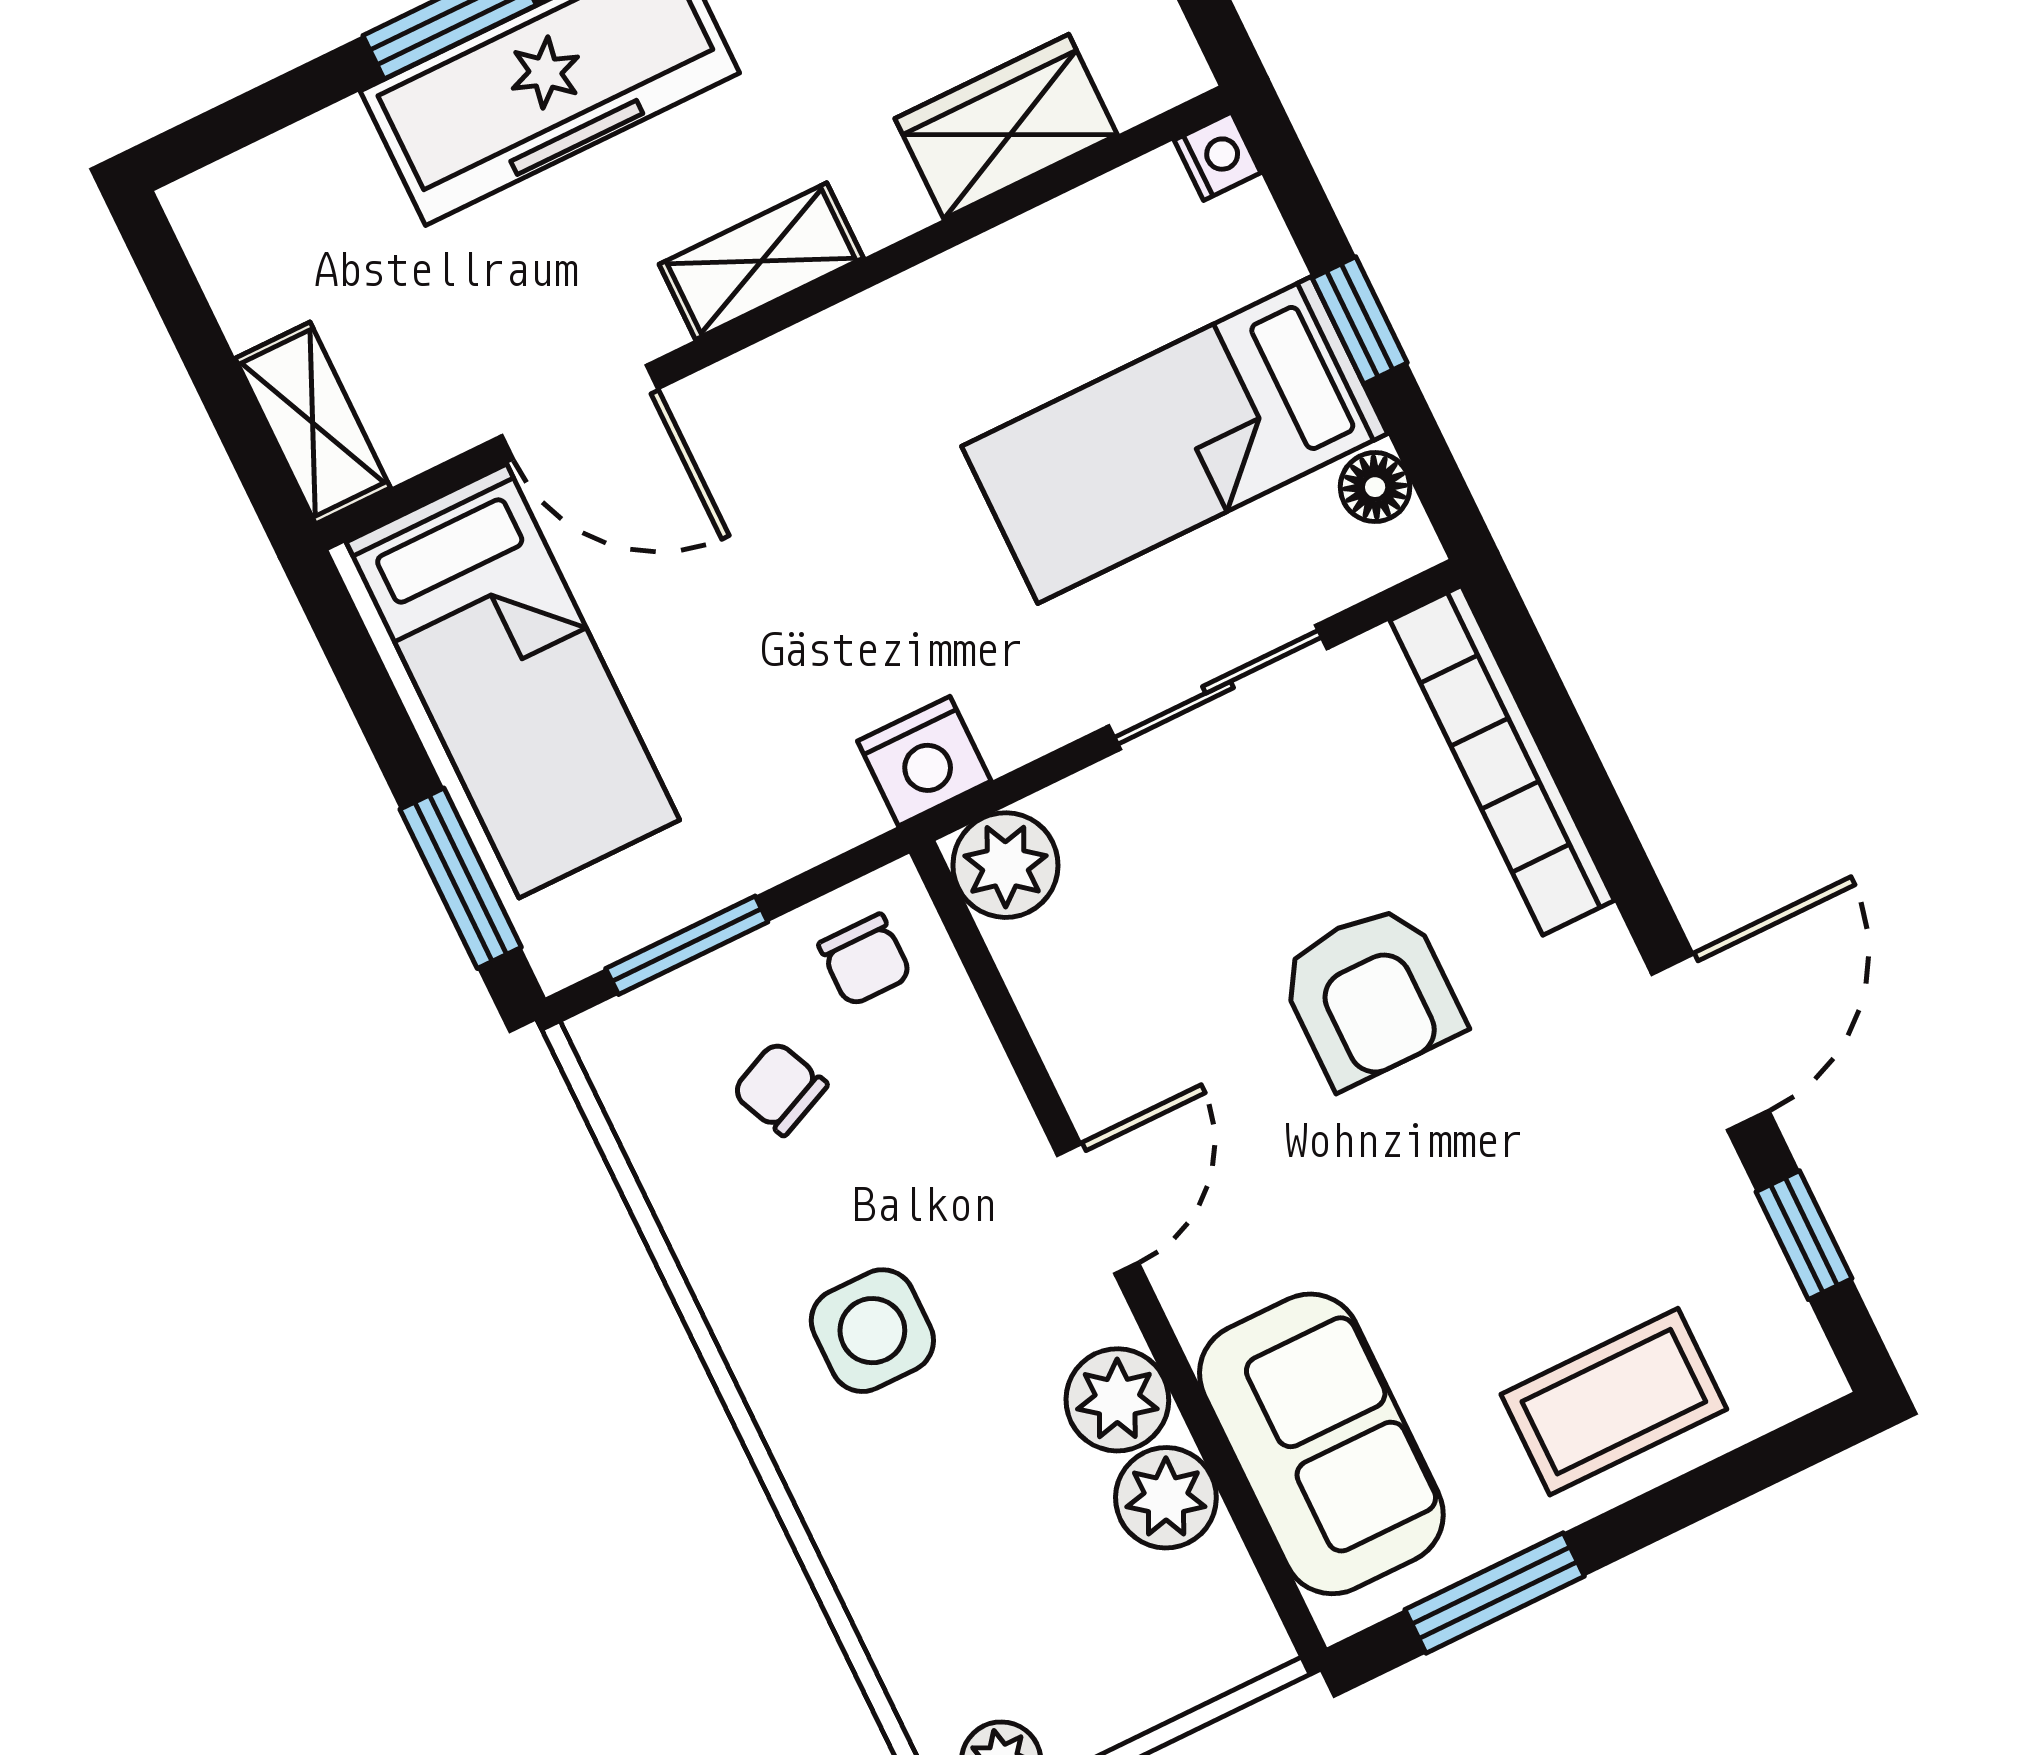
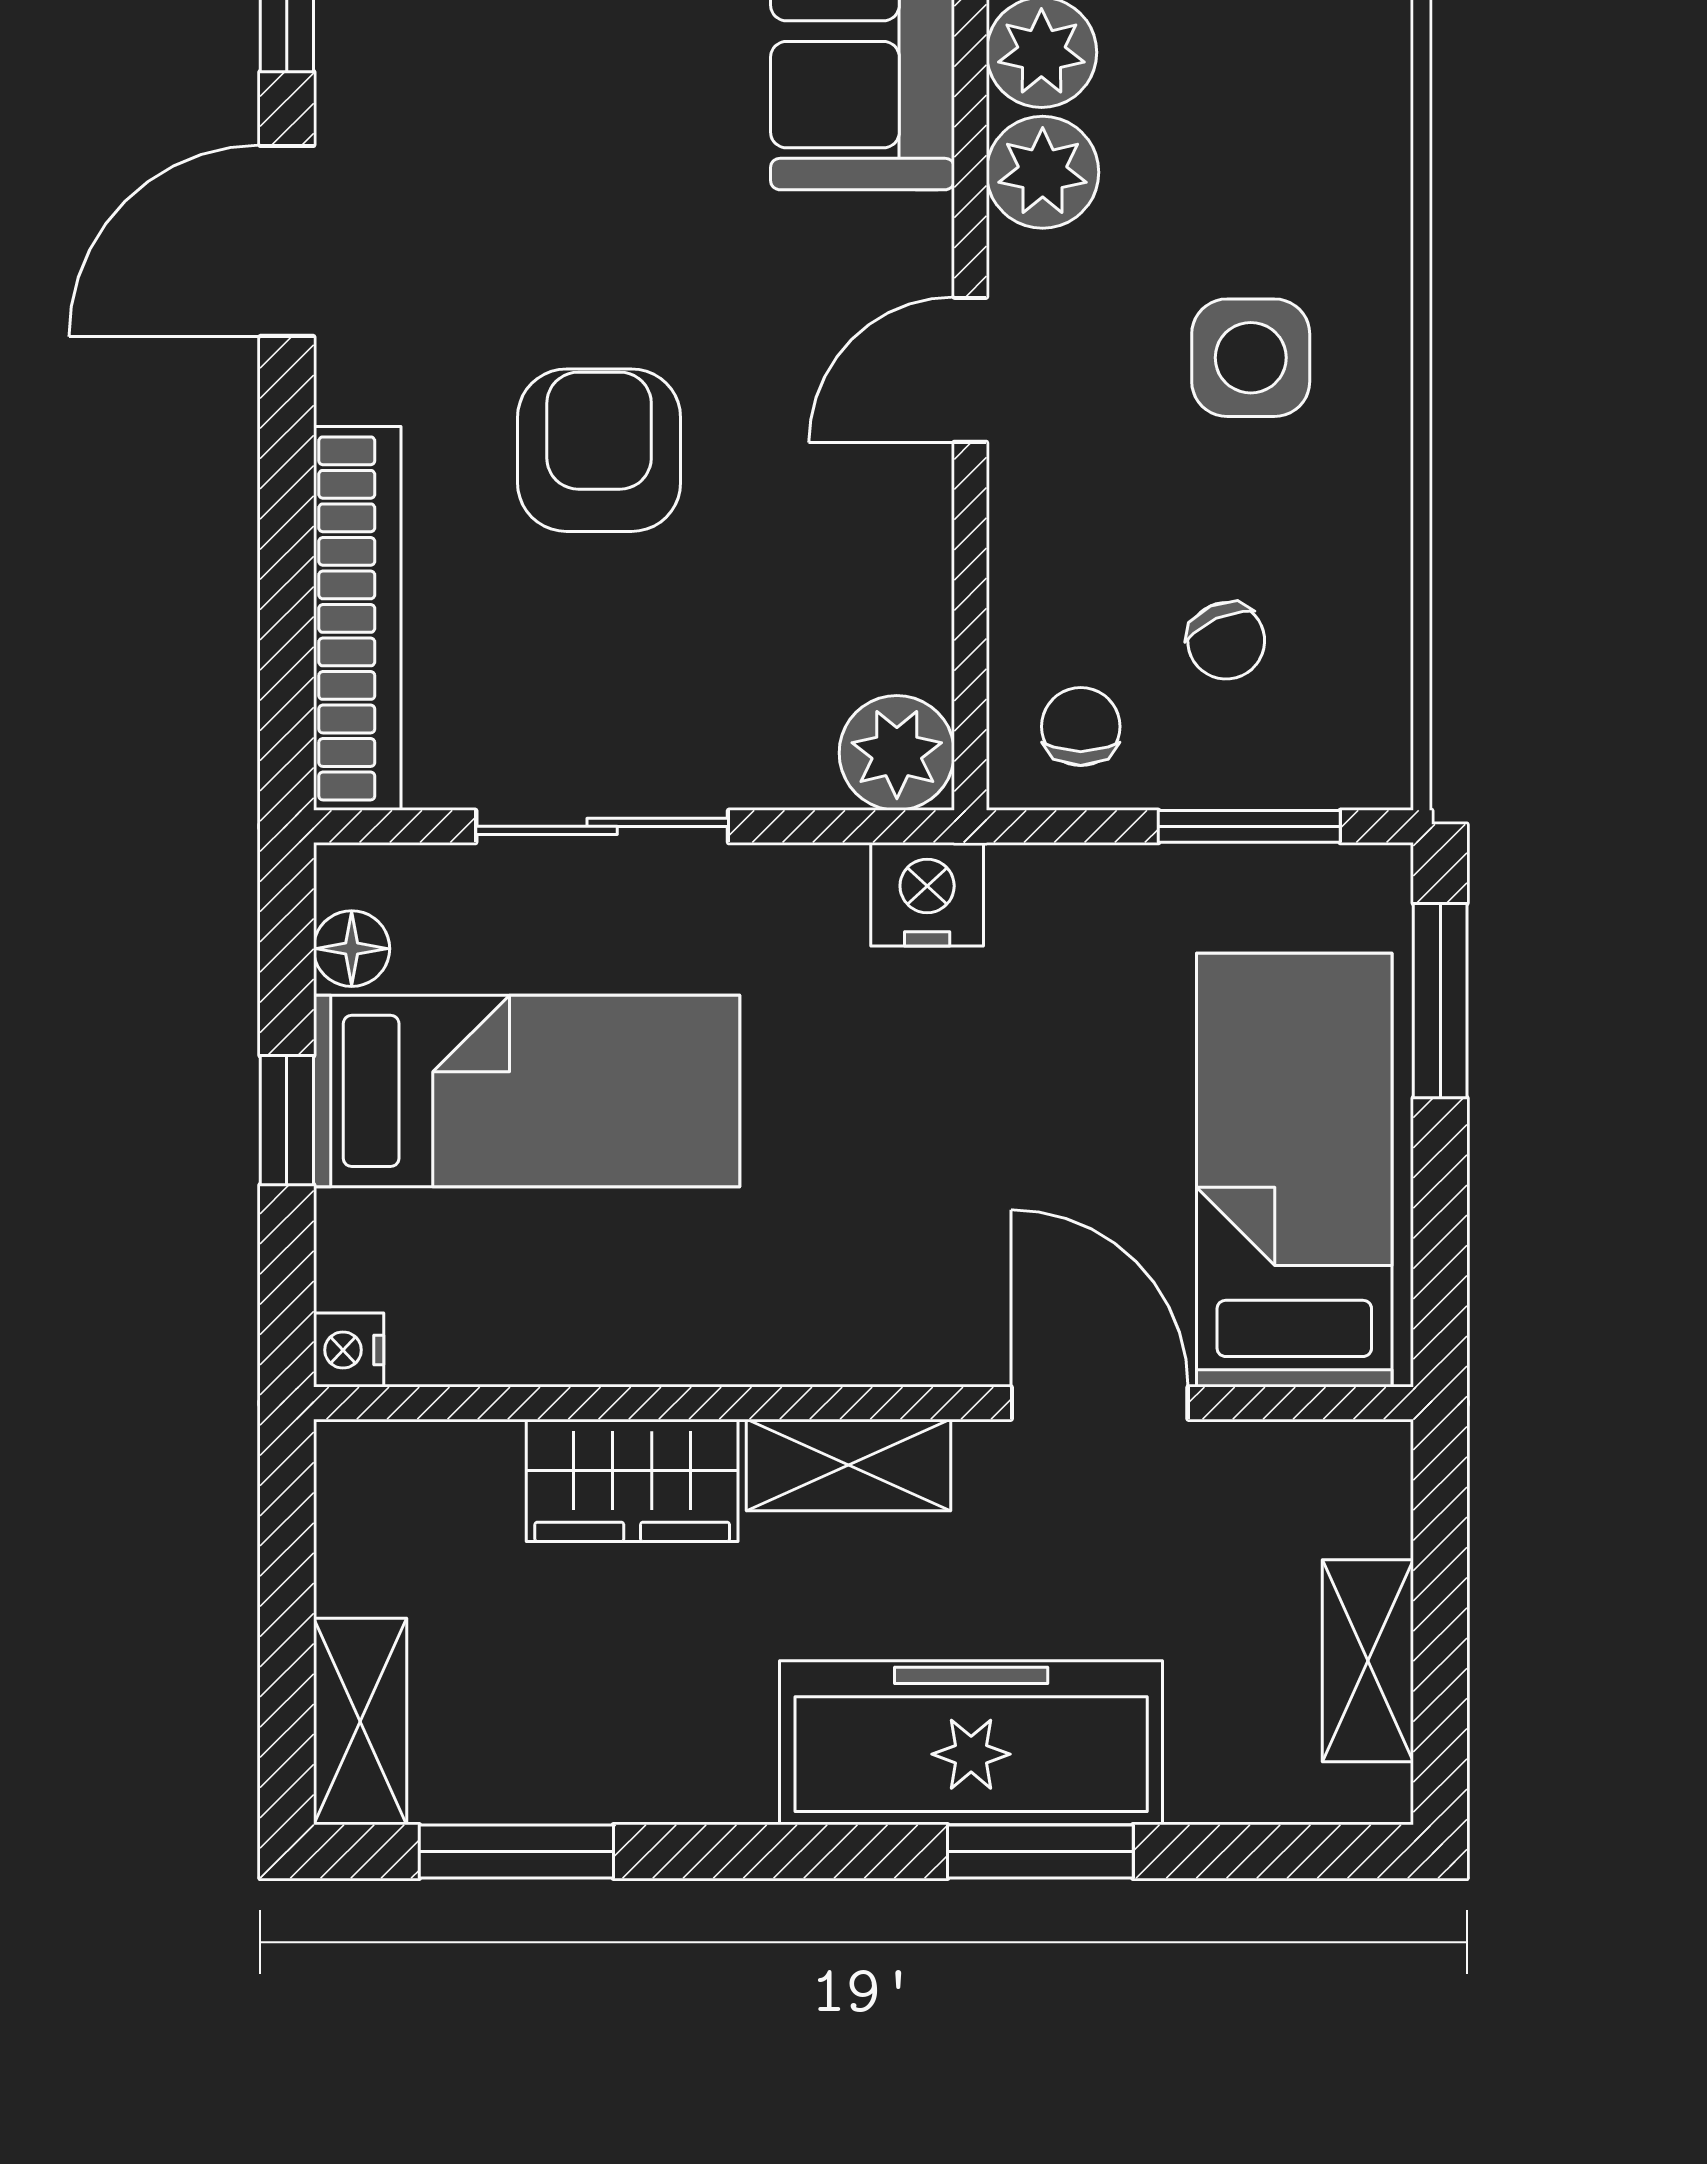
wardrobe: (1006, 127) -> (632, 1480), moved
shelving: (313, 423) -> (1368, 1661), moved

